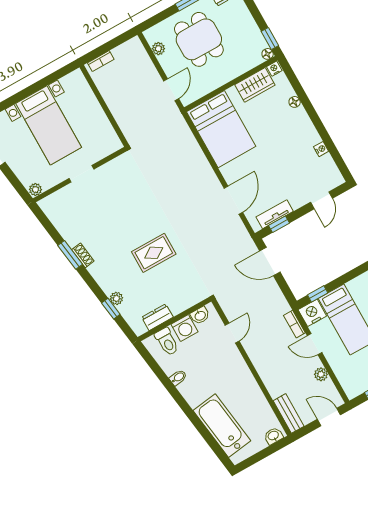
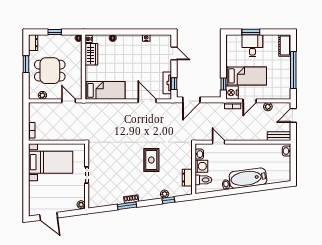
window: (270, 39) -> (55, 32), moved
bed with nightstands: (49, 125) -> (51, 162), moved
bed: (221, 129) -> (105, 90), width x0.67
bathtub: (222, 426) -> (248, 178), moved

